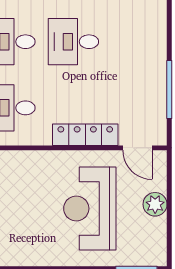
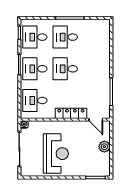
reception desk: (90, 208) -> (56, 154), moved, turned 180

